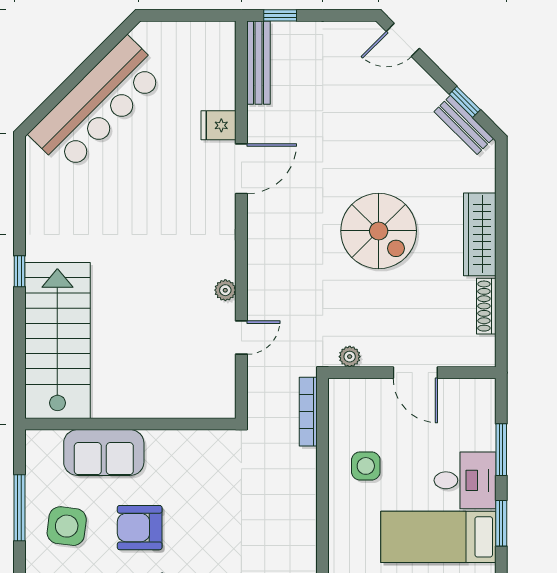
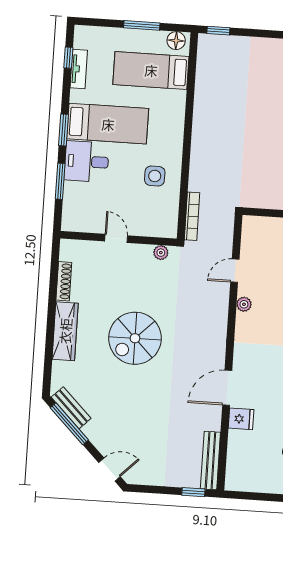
window: (465, 102) -> (69, 424), width x2.17
spiral stairs: (379, 231) -> (135, 338), turned -90
door: (415, 373) -> (116, 238), width x0.73

